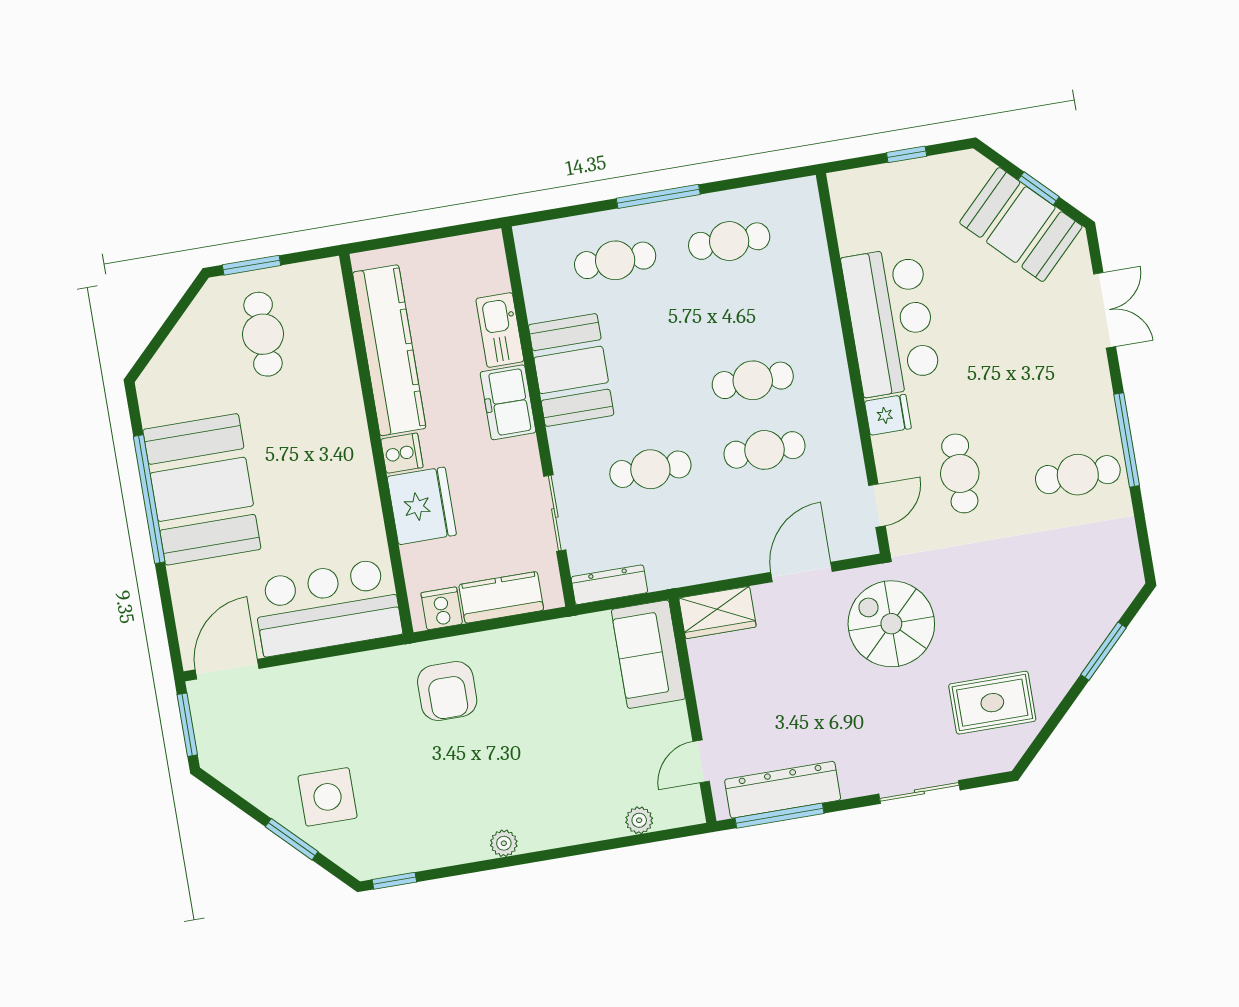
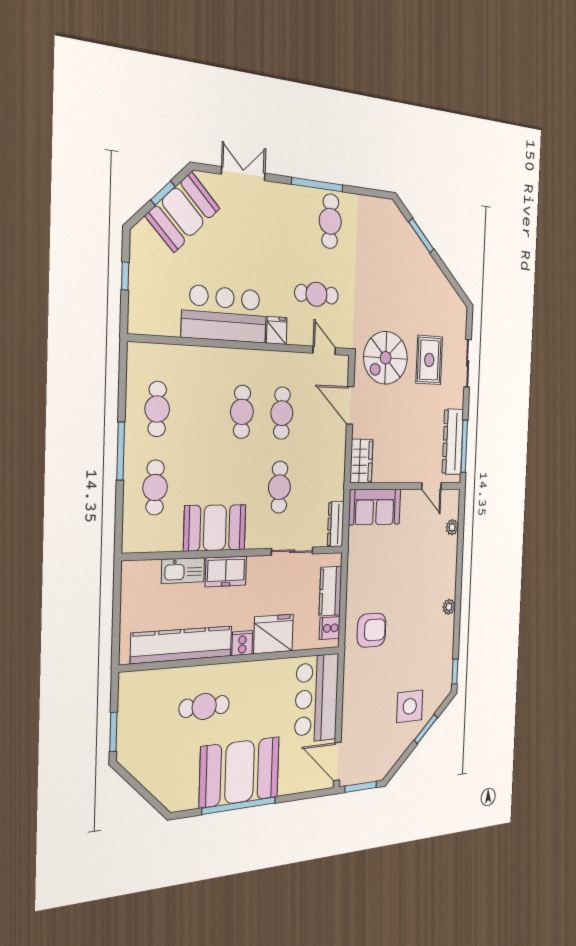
cafe table: (263, 334) -> (204, 706), moved
rug: (992, 703) -> (429, 360), moved

